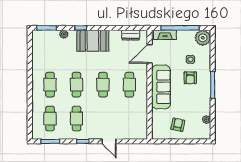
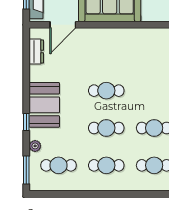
door: (150, 54) -> (63, 25), hinge flipped
cafe table: (129, 85) -> (59, 165), moved

